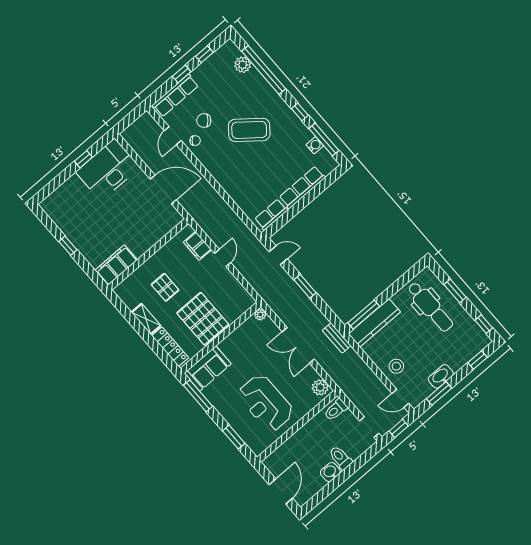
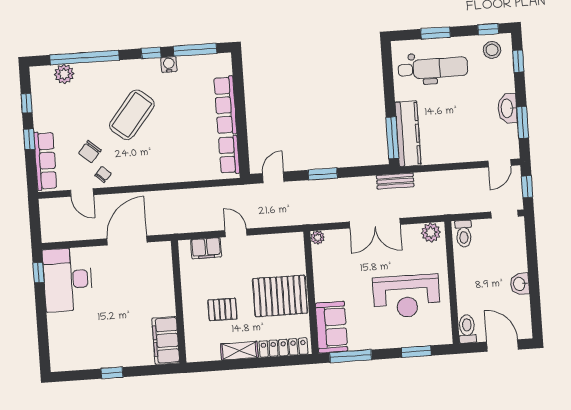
water cooler: (315, 145) -> (169, 64), moved
window: (83, 159) -> (38, 273), moved
stool: (396, 366) -> (492, 50), moved
toilet: (340, 458) -> (467, 329), moved, turned 90

